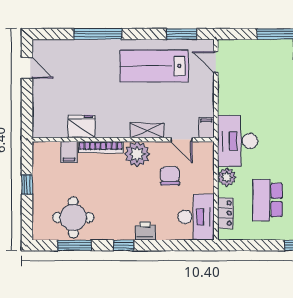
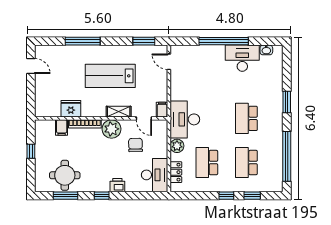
lab bench: (154, 66) -> (110, 76), moved

